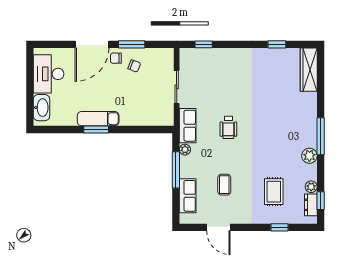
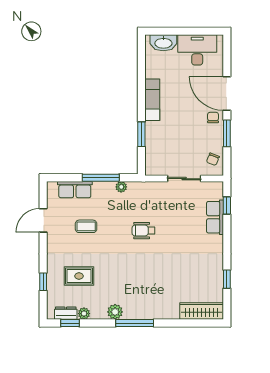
chair: (134, 66) -> (213, 159), moved
row of seats: (188, 126) -> (215, 217), moved, turned 90
window: (96, 129) -> (141, 134), moved

